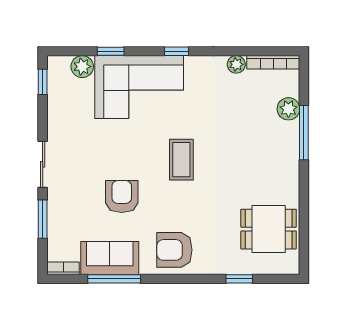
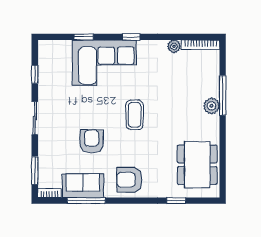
plant: (82, 67) -> (63, 48), removed
window: (43, 82) -> (35, 74), moved
plant: (288, 109) -> (212, 106), moved
window: (43, 219) -> (35, 171), moved
dining table: (269, 229) -> (197, 165), width x1.38

